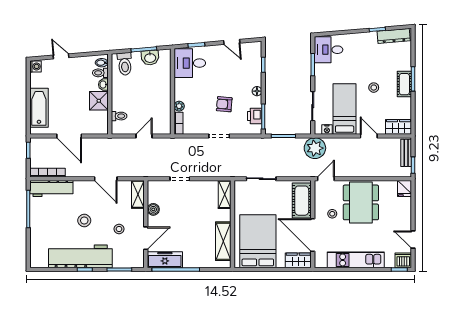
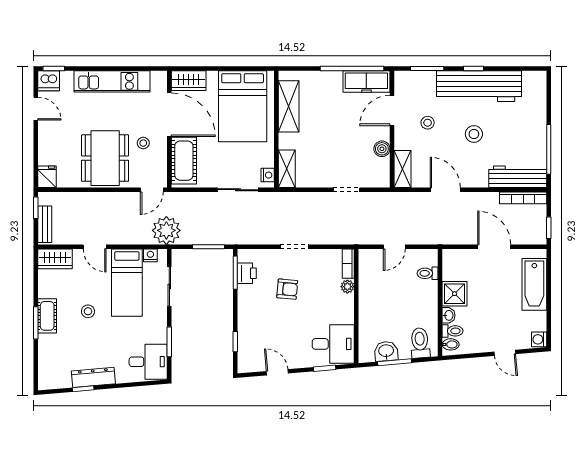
dresser: (394, 36) -> (93, 377), moved
floor lamp: (257, 91) -> (244, 306), removed
nightstand: (239, 190) -> (268, 175), added

